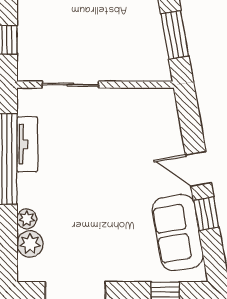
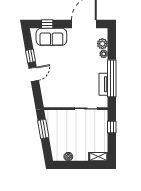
door: (198, 169) -> (34, 74), hinge flipped
sofa: (178, 233) -> (51, 37), moved, turned 100

